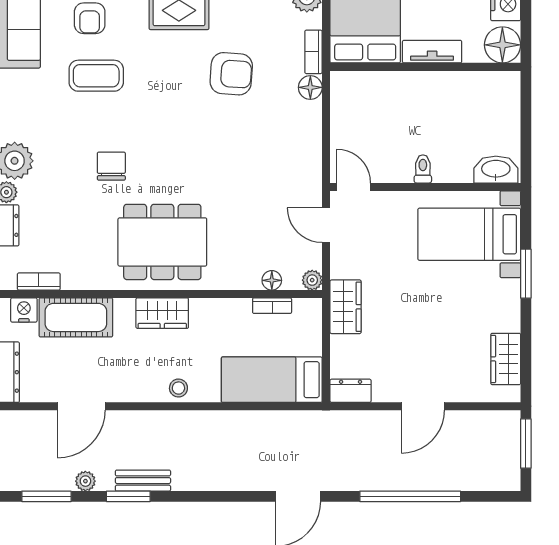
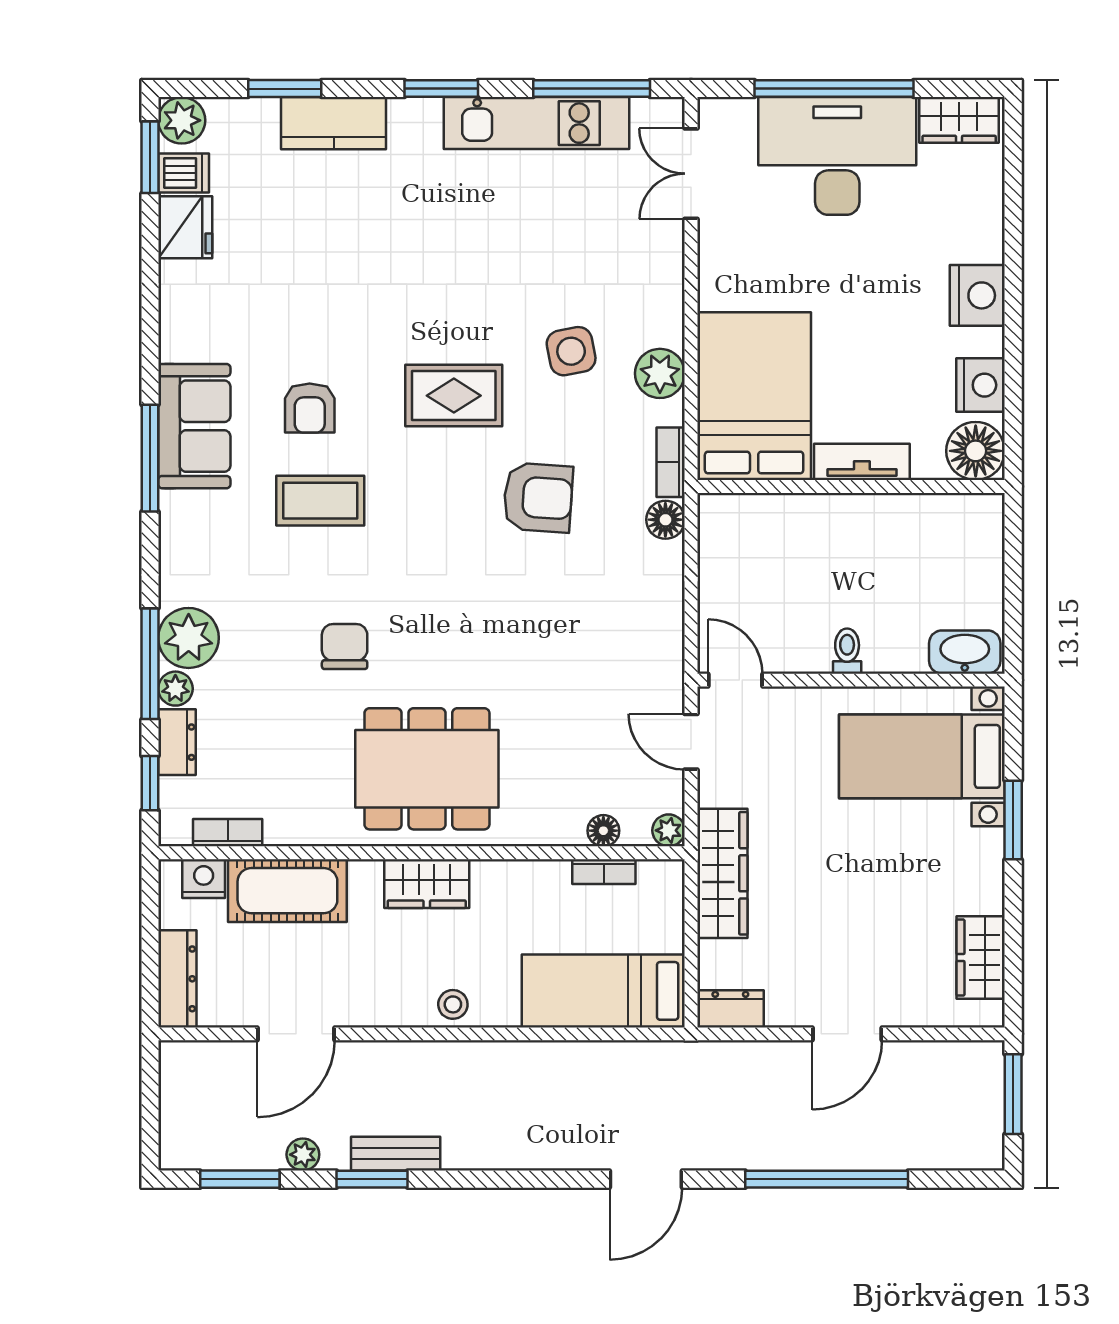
wardrobe: (346, 307) -> (722, 873), width x1.50

